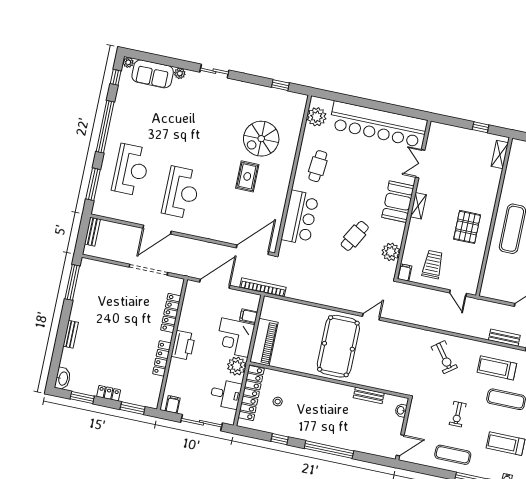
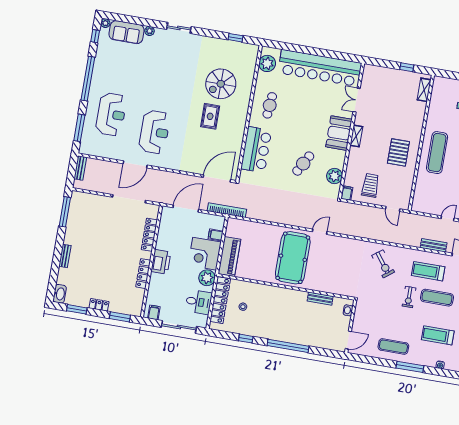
exercise bike: (458, 414) -> (409, 297), moved

